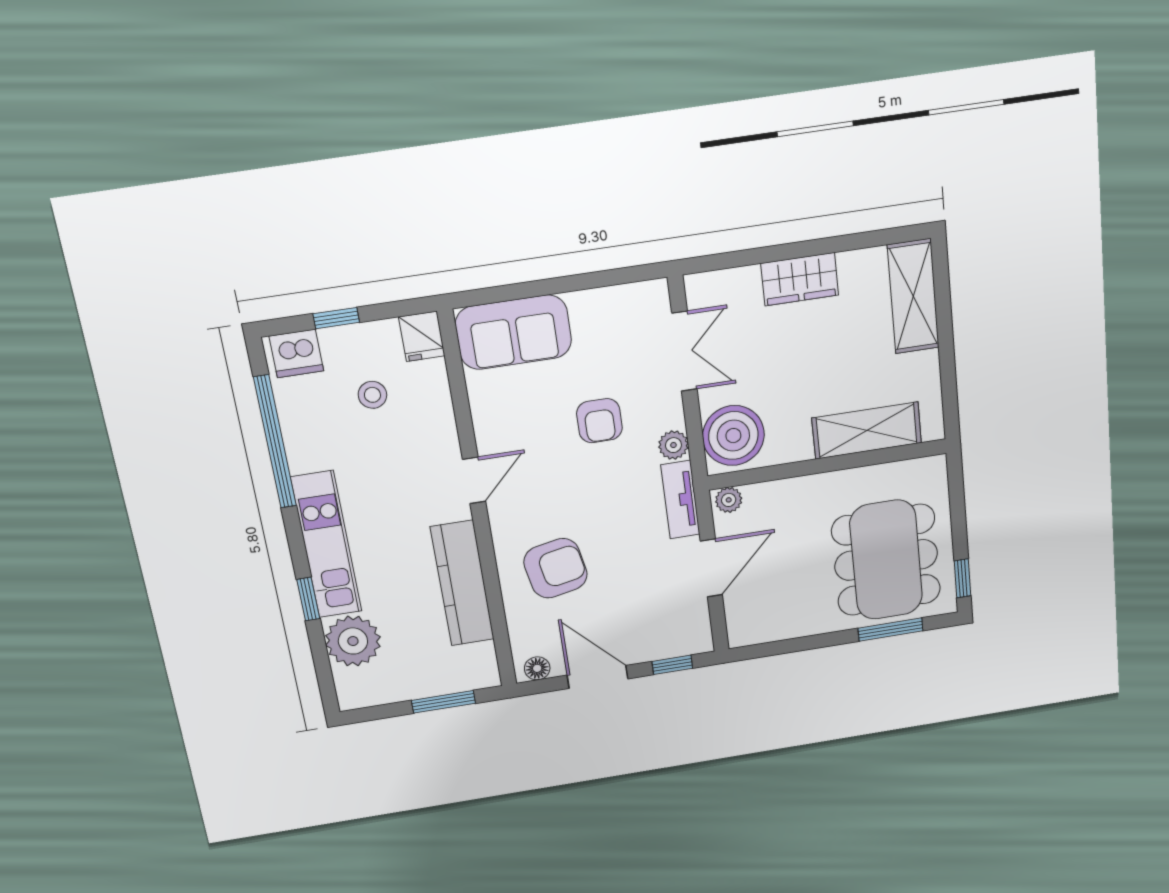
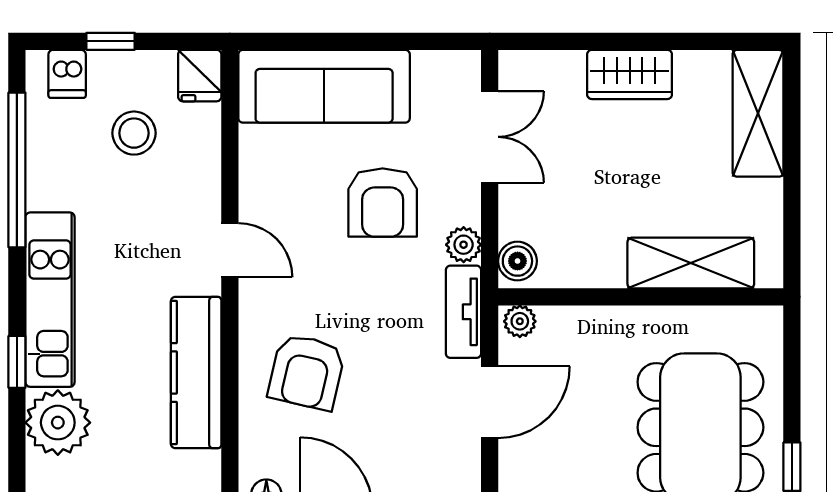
sofa: (514, 332) -> (324, 86), width x1.36
dishwasher: (296, 353) -> (67, 74), width x0.73
stool: (372, 395) -> (134, 133), width x1.37, depth x1.37
armchair: (599, 421) -> (383, 202), width x1.38, depth x1.38
boiler: (733, 436) -> (517, 261), width x0.54, depth x0.54
door: (474, 480) -> (230, 250), hinge flipped
armchair: (556, 568) -> (307, 372), turned 114

